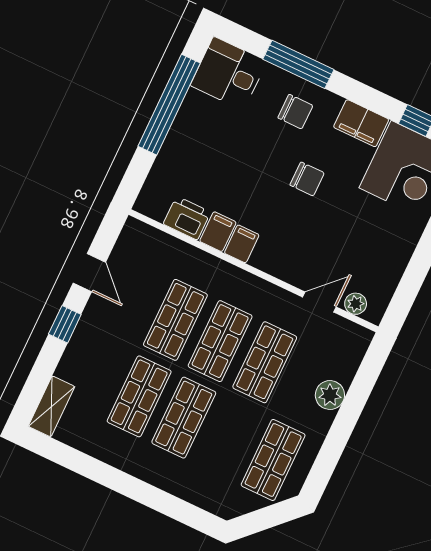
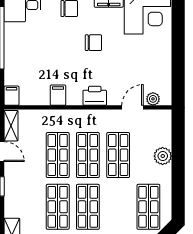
printer: (187, 218) -> (95, 96), moved
shelving: (127, 244) -> (11, 126), added
filing cabinet: (242, 244) -> (12, 96), moved

